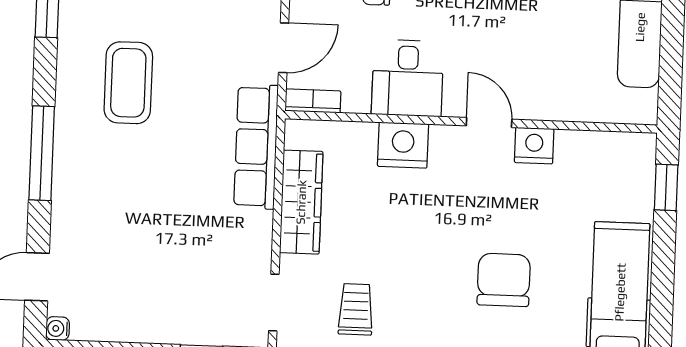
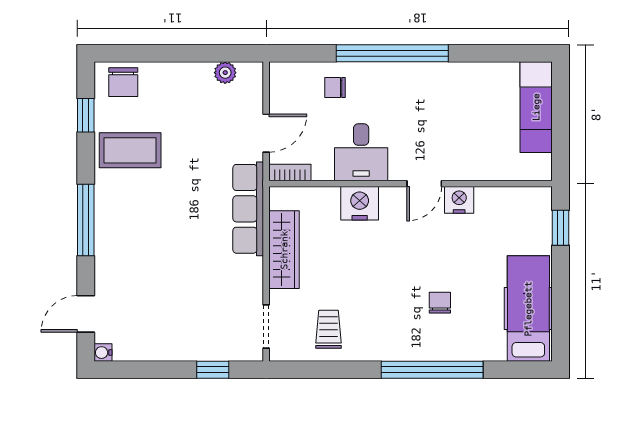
coffee table: (128, 83) -> (130, 150), moved, turned 90
door: (489, 123) -> (424, 184), swing flipped
chair: (504, 280) -> (440, 303), width x0.54, depth x0.54

